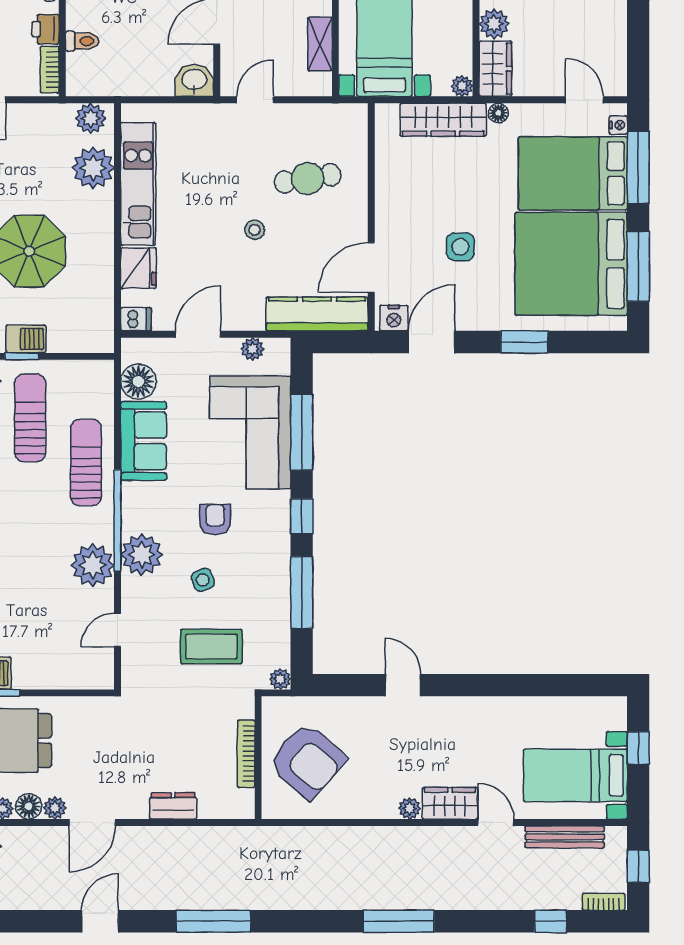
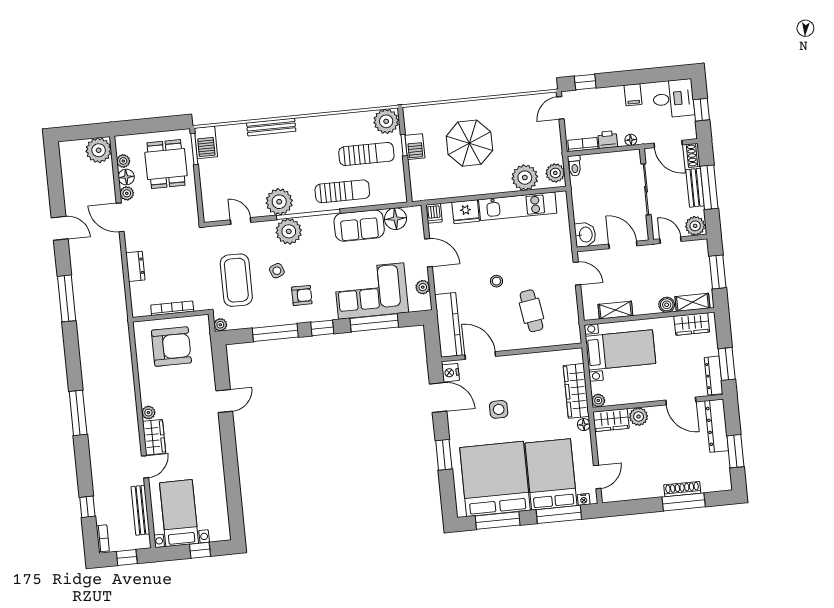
toilet: (82, 41) -> (575, 166), moved
armchair: (215, 520) -> (302, 295), moved
coffee table: (211, 646) -> (236, 280), width x1.36, depth x1.32
armchair: (307, 761) -> (171, 347), turned -131

